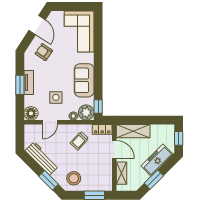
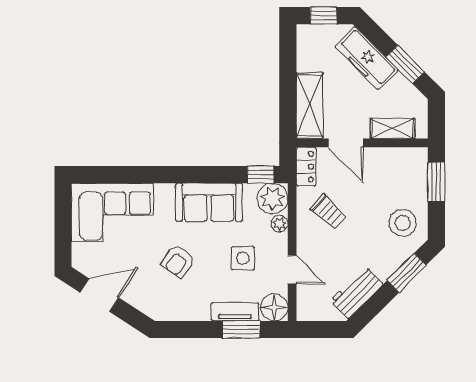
armchair: (44, 52) -> (178, 261), moved
tv unit: (29, 82) -> (235, 312), moved
window: (20, 85) -> (241, 329), moved
door: (114, 149) -> (346, 143), swing flipped
workbench: (42, 158) -> (357, 292), width x0.73

